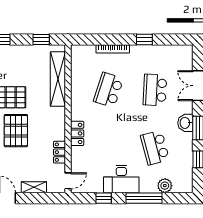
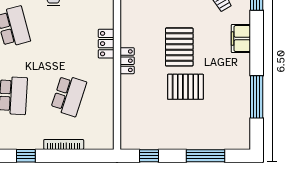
shelving: (58, 79) -> (129, 109), removed
locker: (60, 152) -> (127, 61), moved

